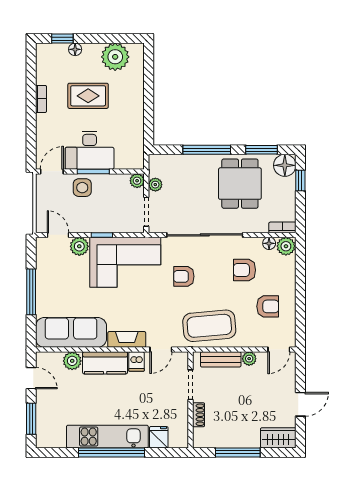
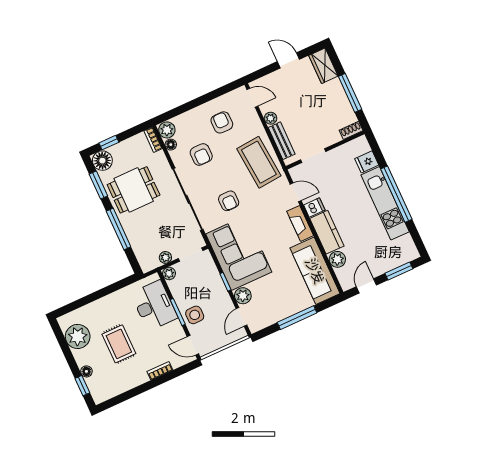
bookcase: (41, 99) -> (160, 371), moved
desk: (90, 150) -> (154, 305), moved
shoe rack: (199, 415) -> (351, 130), moved

